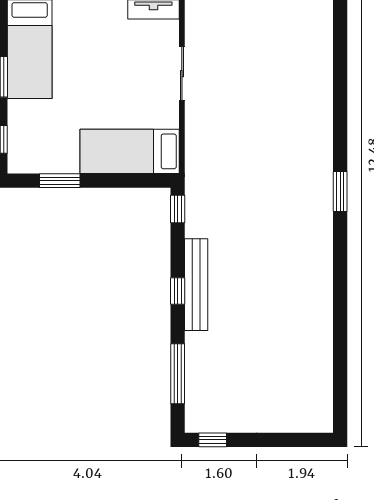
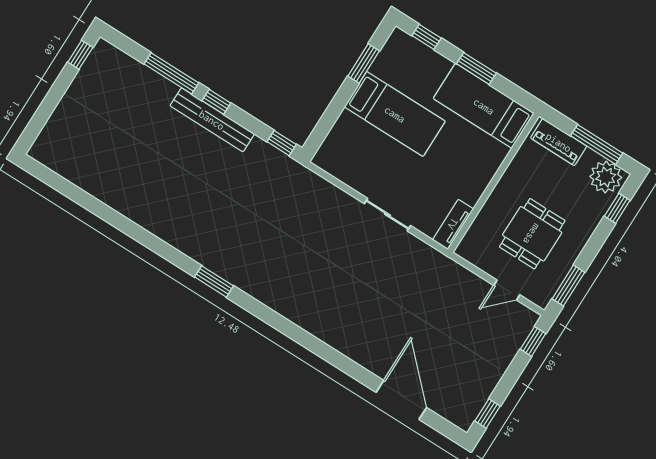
bed: (130, 151) -> (395, 114), moved, turned 90
window: (178, 374) -> (171, 73), moved

